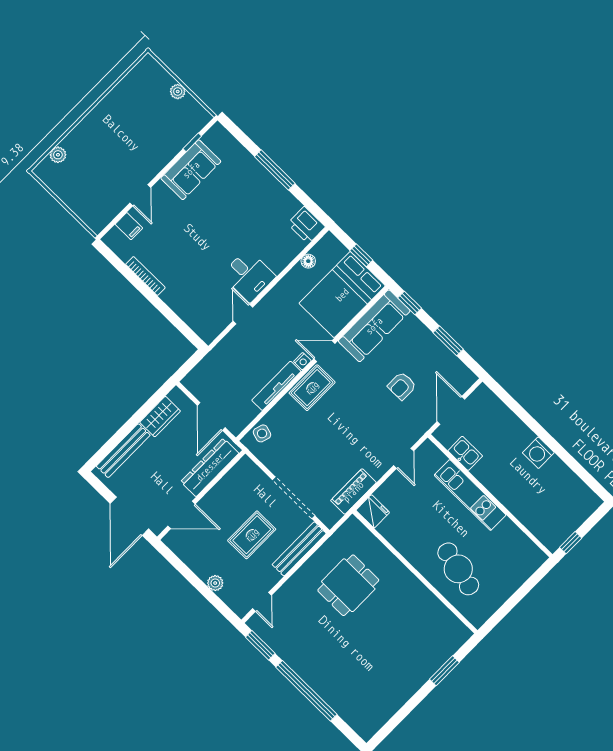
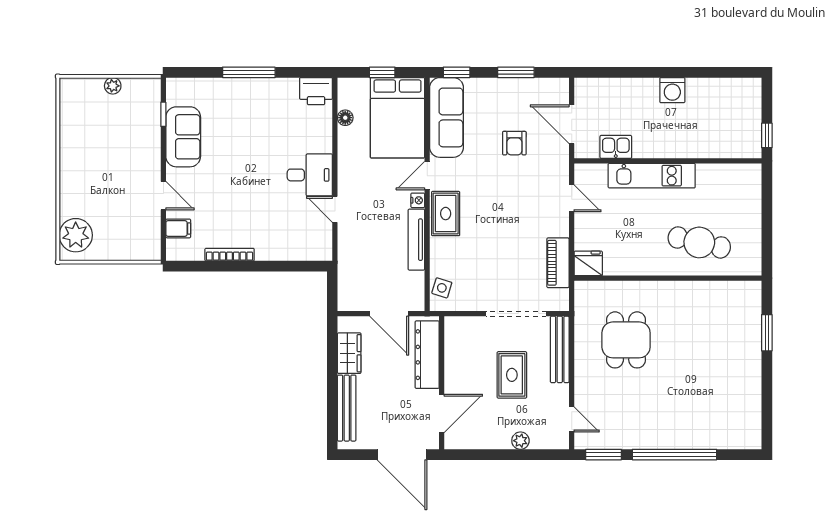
plant: (58, 155) -> (76, 235), width x1.88, depth x1.88

